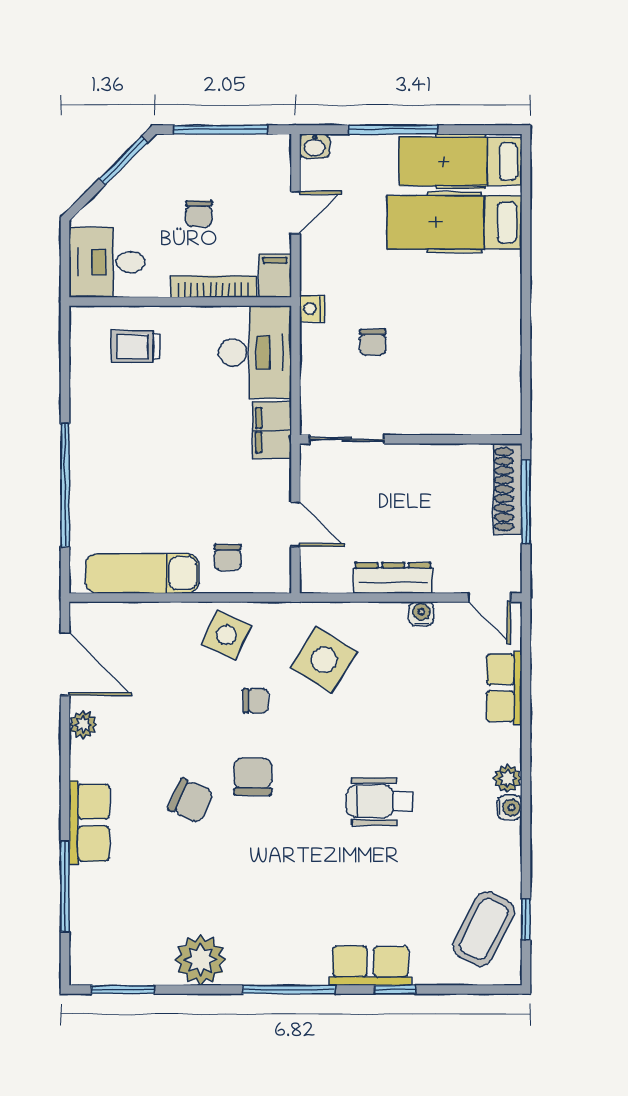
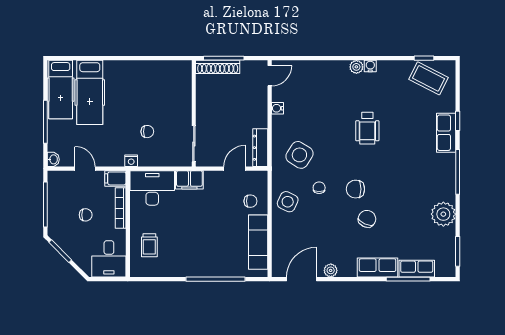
dresser: (393, 578) -> (260, 148), moved
row of seats: (504, 688) -> (417, 269), moved, turned 180

